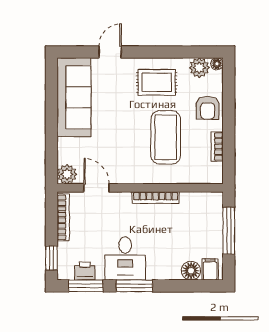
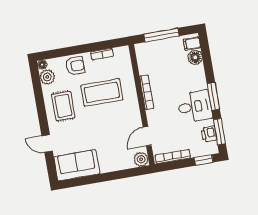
sofa: (74, 97) -> (77, 165), width x0.73

